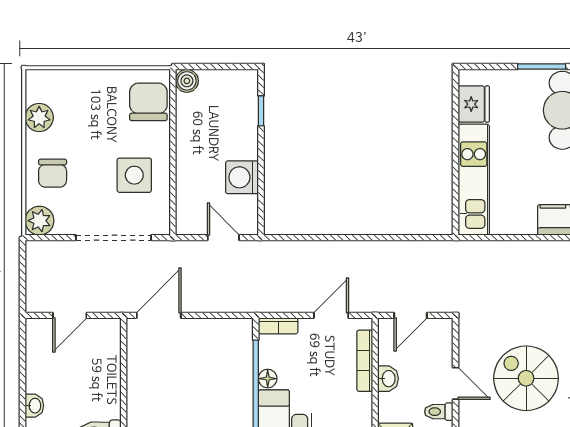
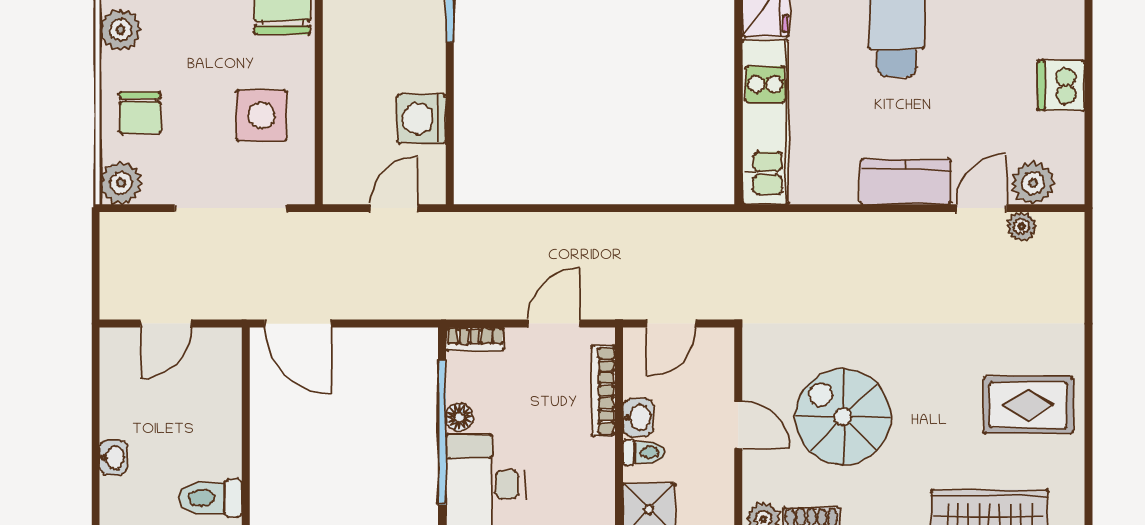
door: (223, 238) -> (394, 208), hinge flipped
door: (159, 315) -> (298, 324), swing flipped
toilet: (439, 412) -> (644, 452), moved, turned 180

